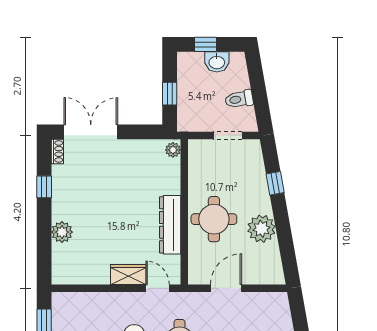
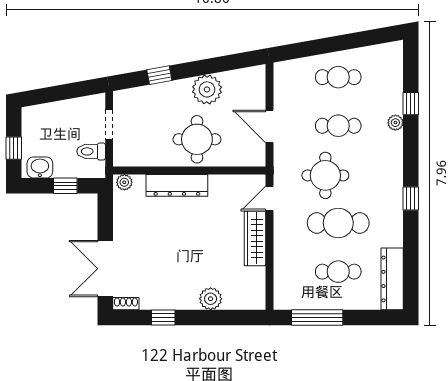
washbasin: (217, 62) -> (40, 167), moved, turned -90
toilet: (239, 99) -> (91, 151), moved, turned 100
dresser: (170, 225) -> (177, 185), moved
wardrobe: (128, 274) -> (255, 238), width x1.50

